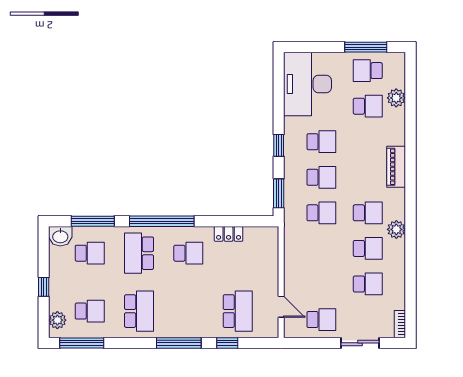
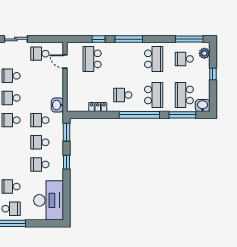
washbasin: (293, 237) -> (57, 105), added
school desk: (90, 253) -> (184, 95), width x1.85
school desk: (139, 311) -> (154, 59), turned 180

